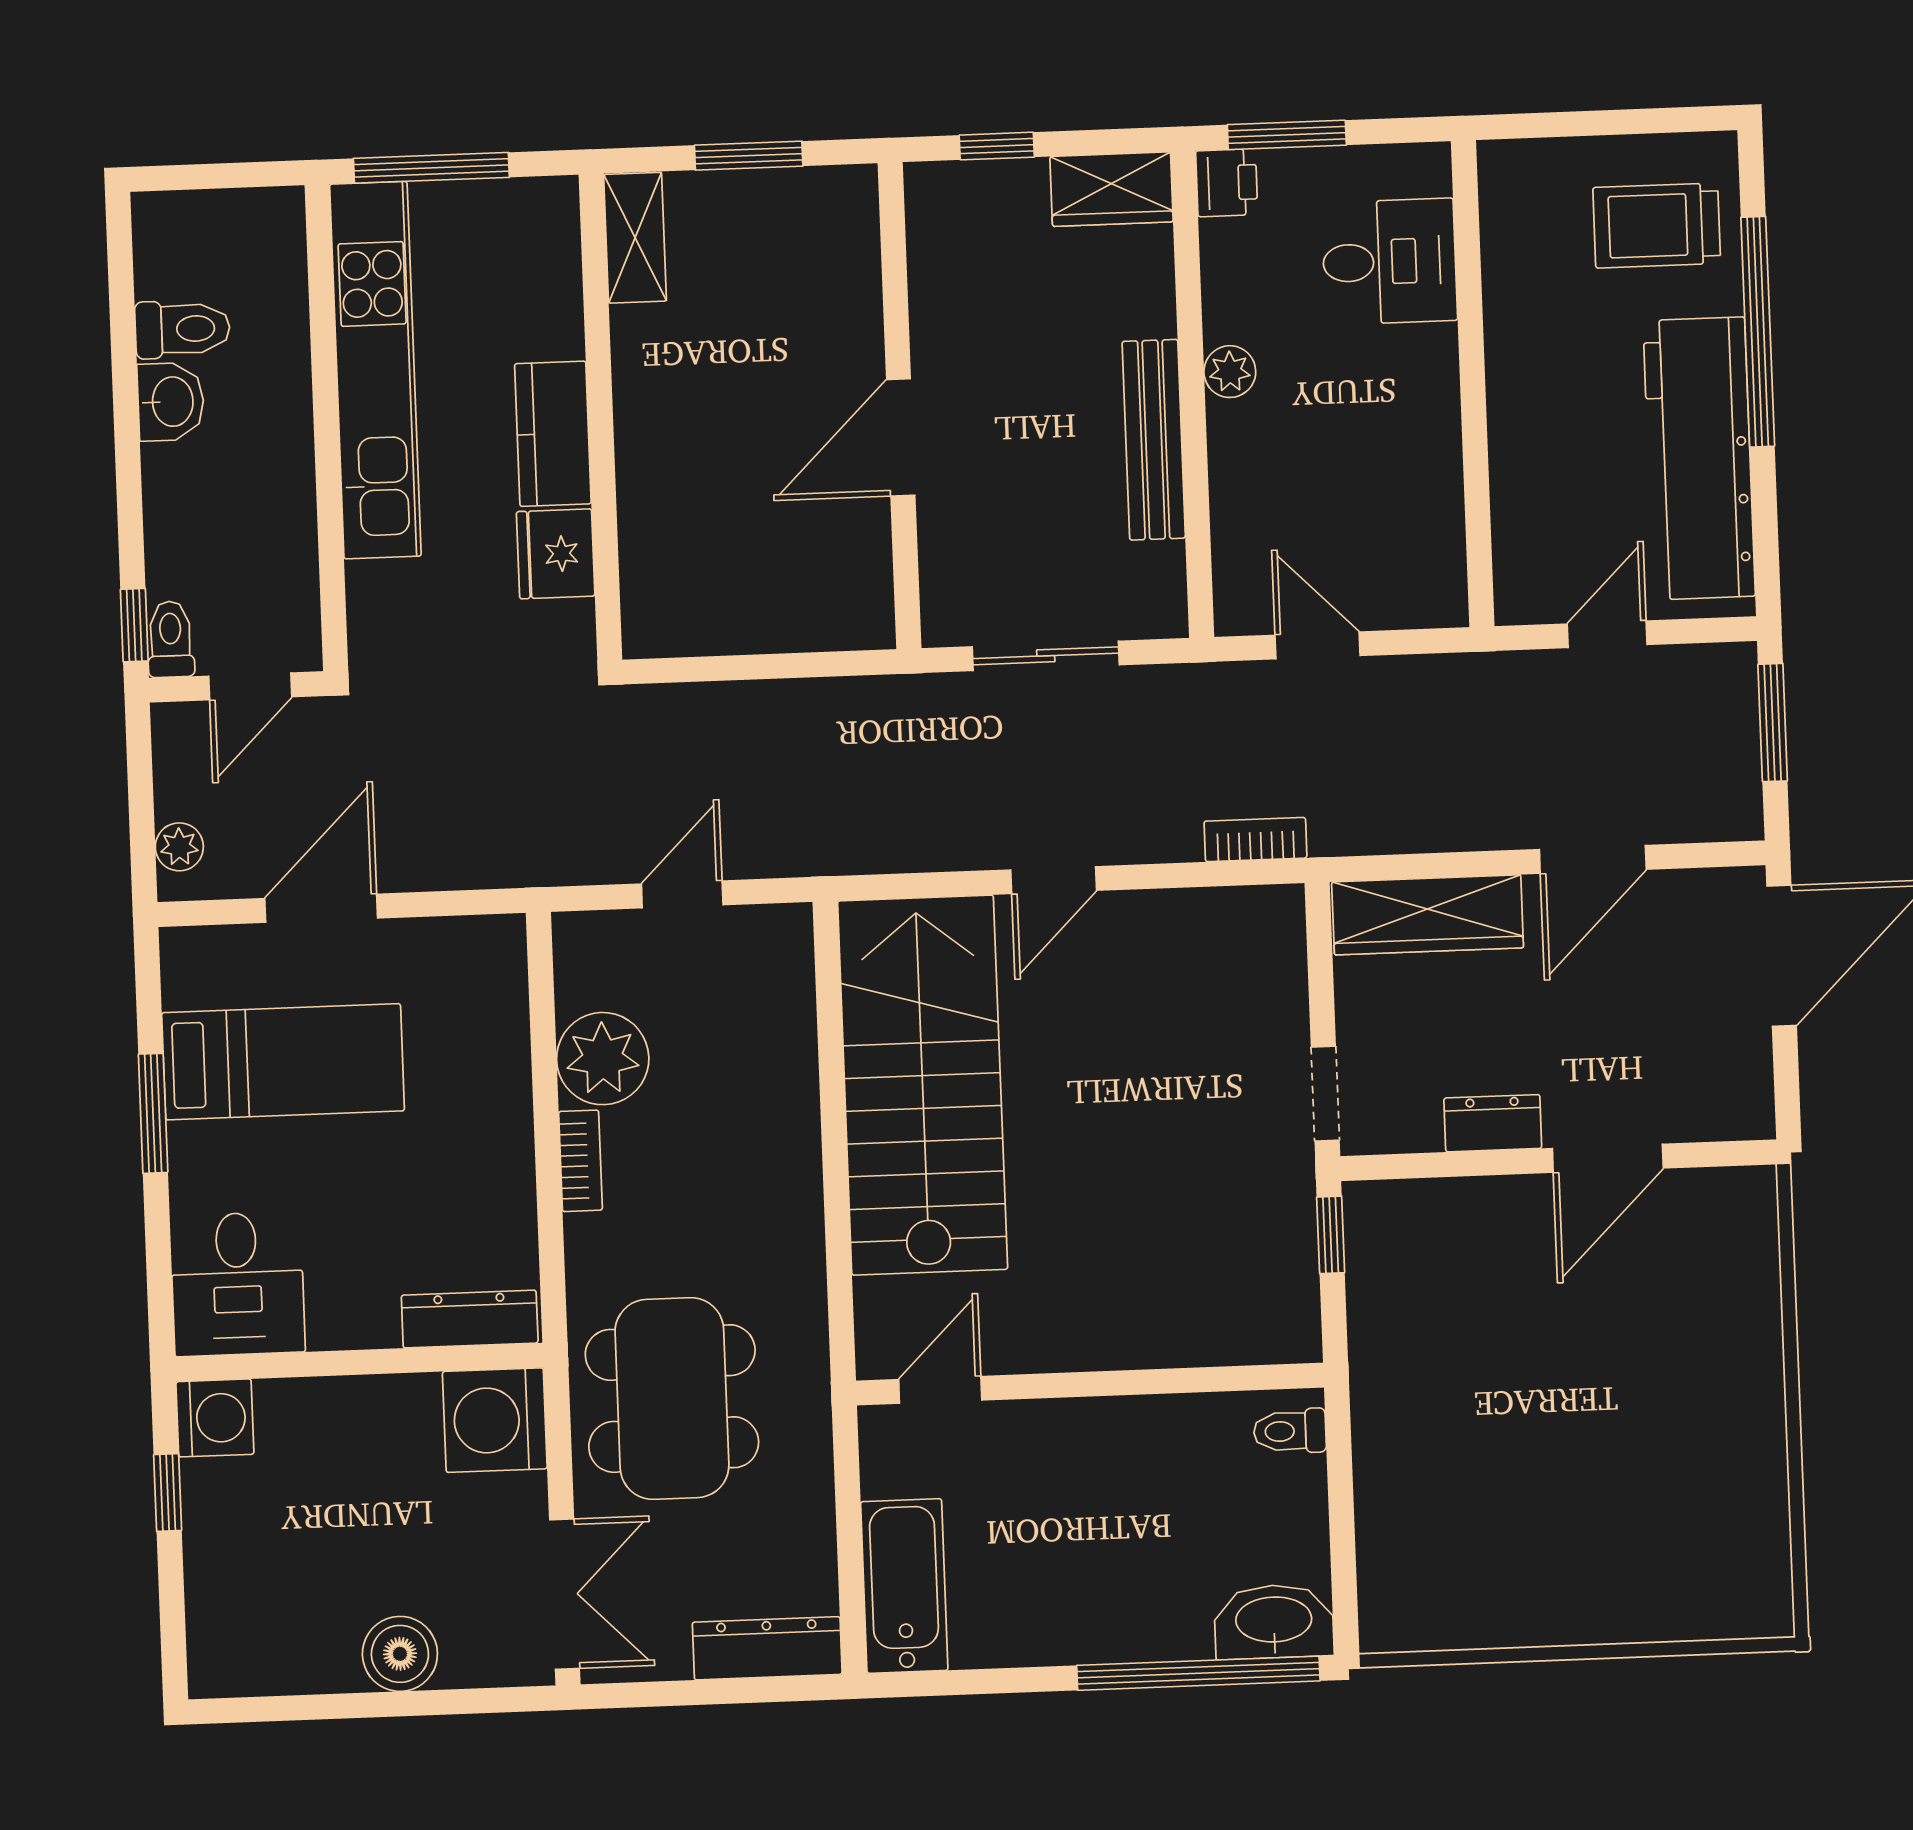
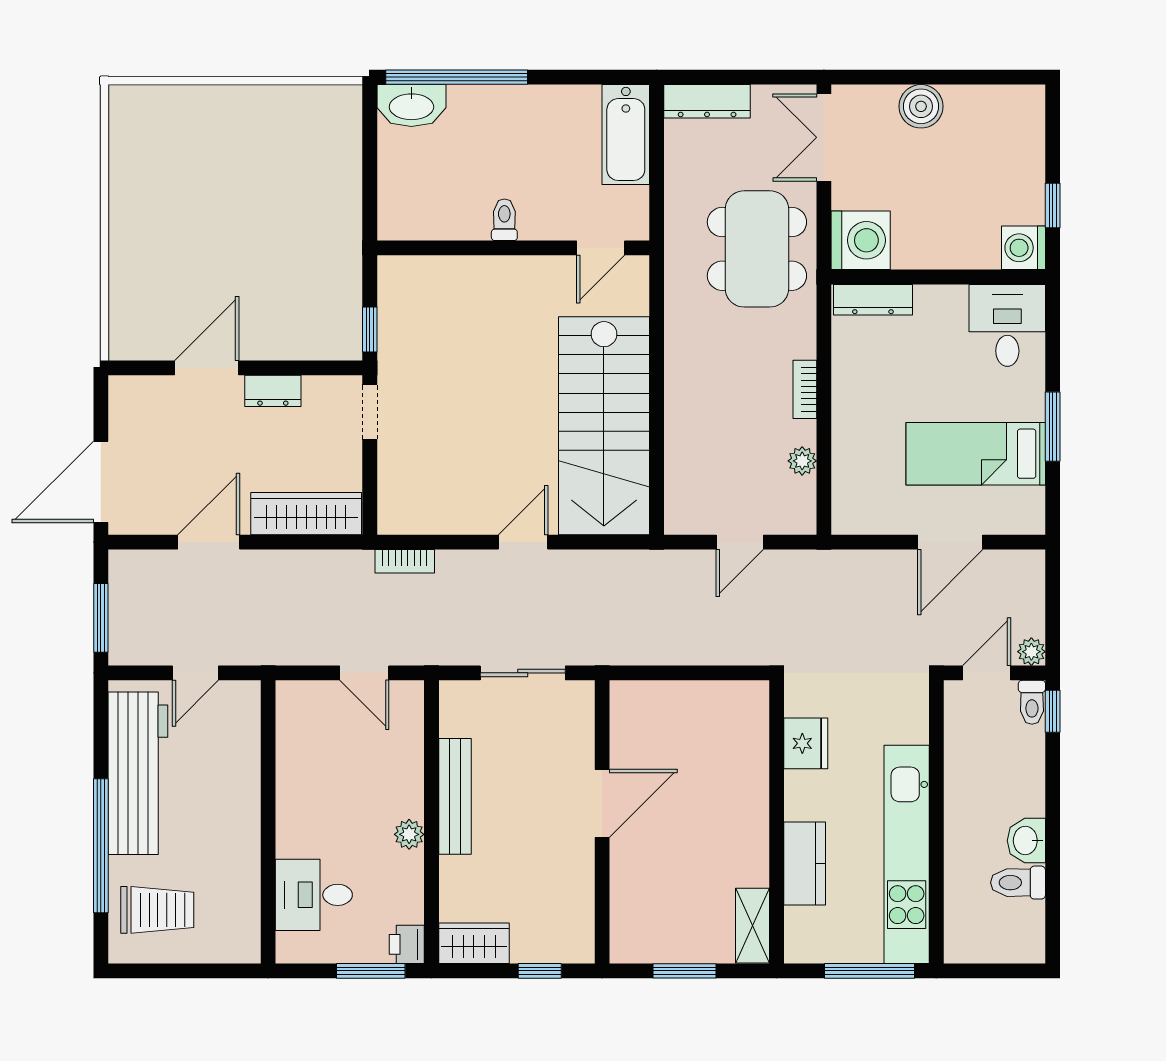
kitchen counter: (553, 434) -> (805, 864), moved
plant: (179, 847) -> (1031, 652), moved
plant: (603, 1059) -> (802, 461), width x0.53, depth x0.53
toilet: (1290, 1431) -> (504, 220), moved, turned -90

